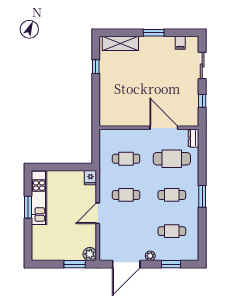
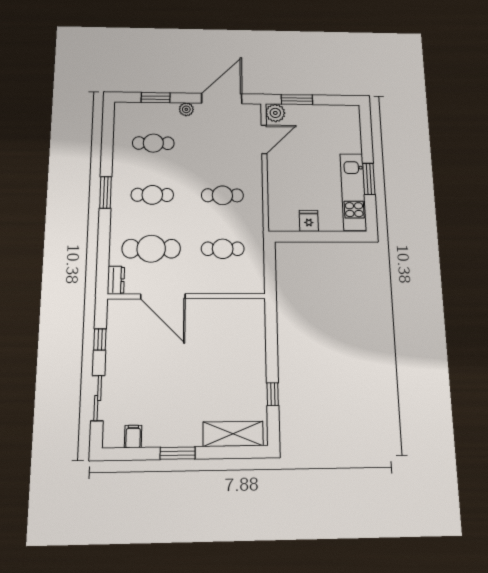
fridge: (90, 178) -> (309, 221), moved
door: (98, 213) -> (264, 139), moved

